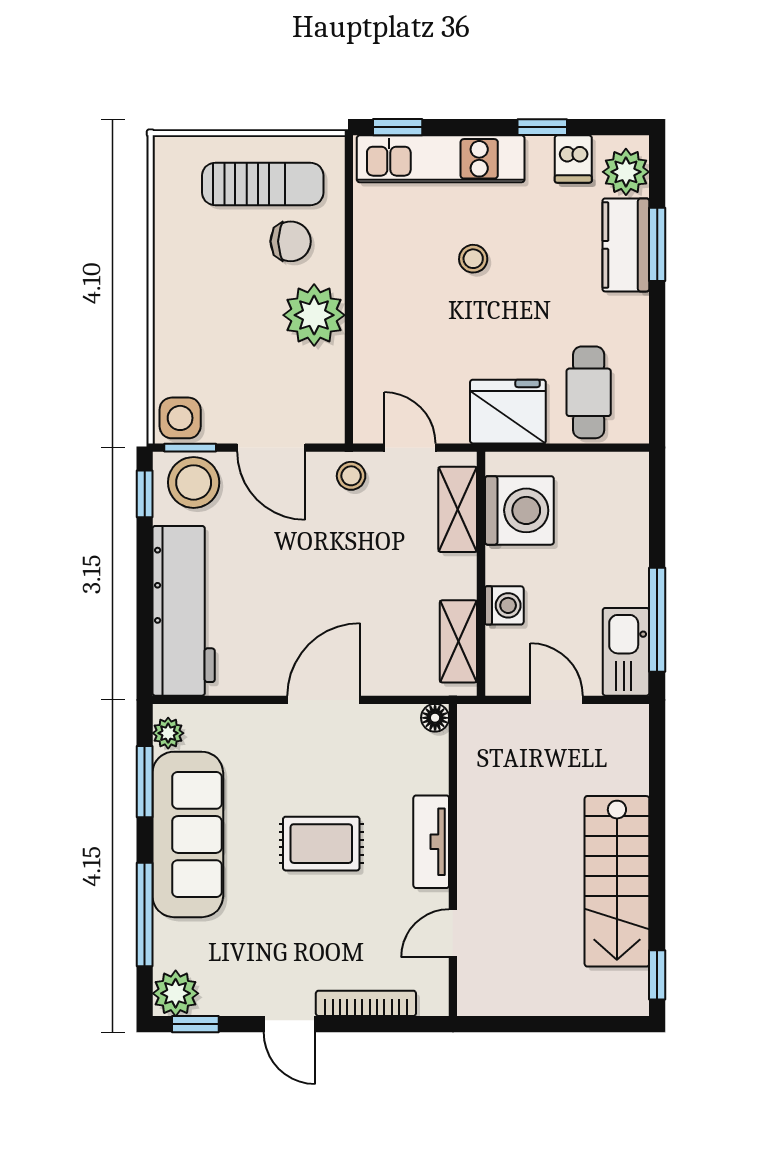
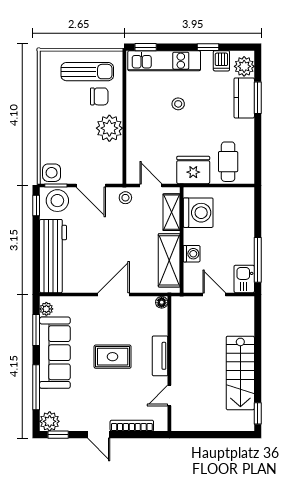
shelving: (458, 641) -> (169, 260), width x1.50, depth x1.33
kitchen sink: (626, 652) -> (244, 279), width x0.73

